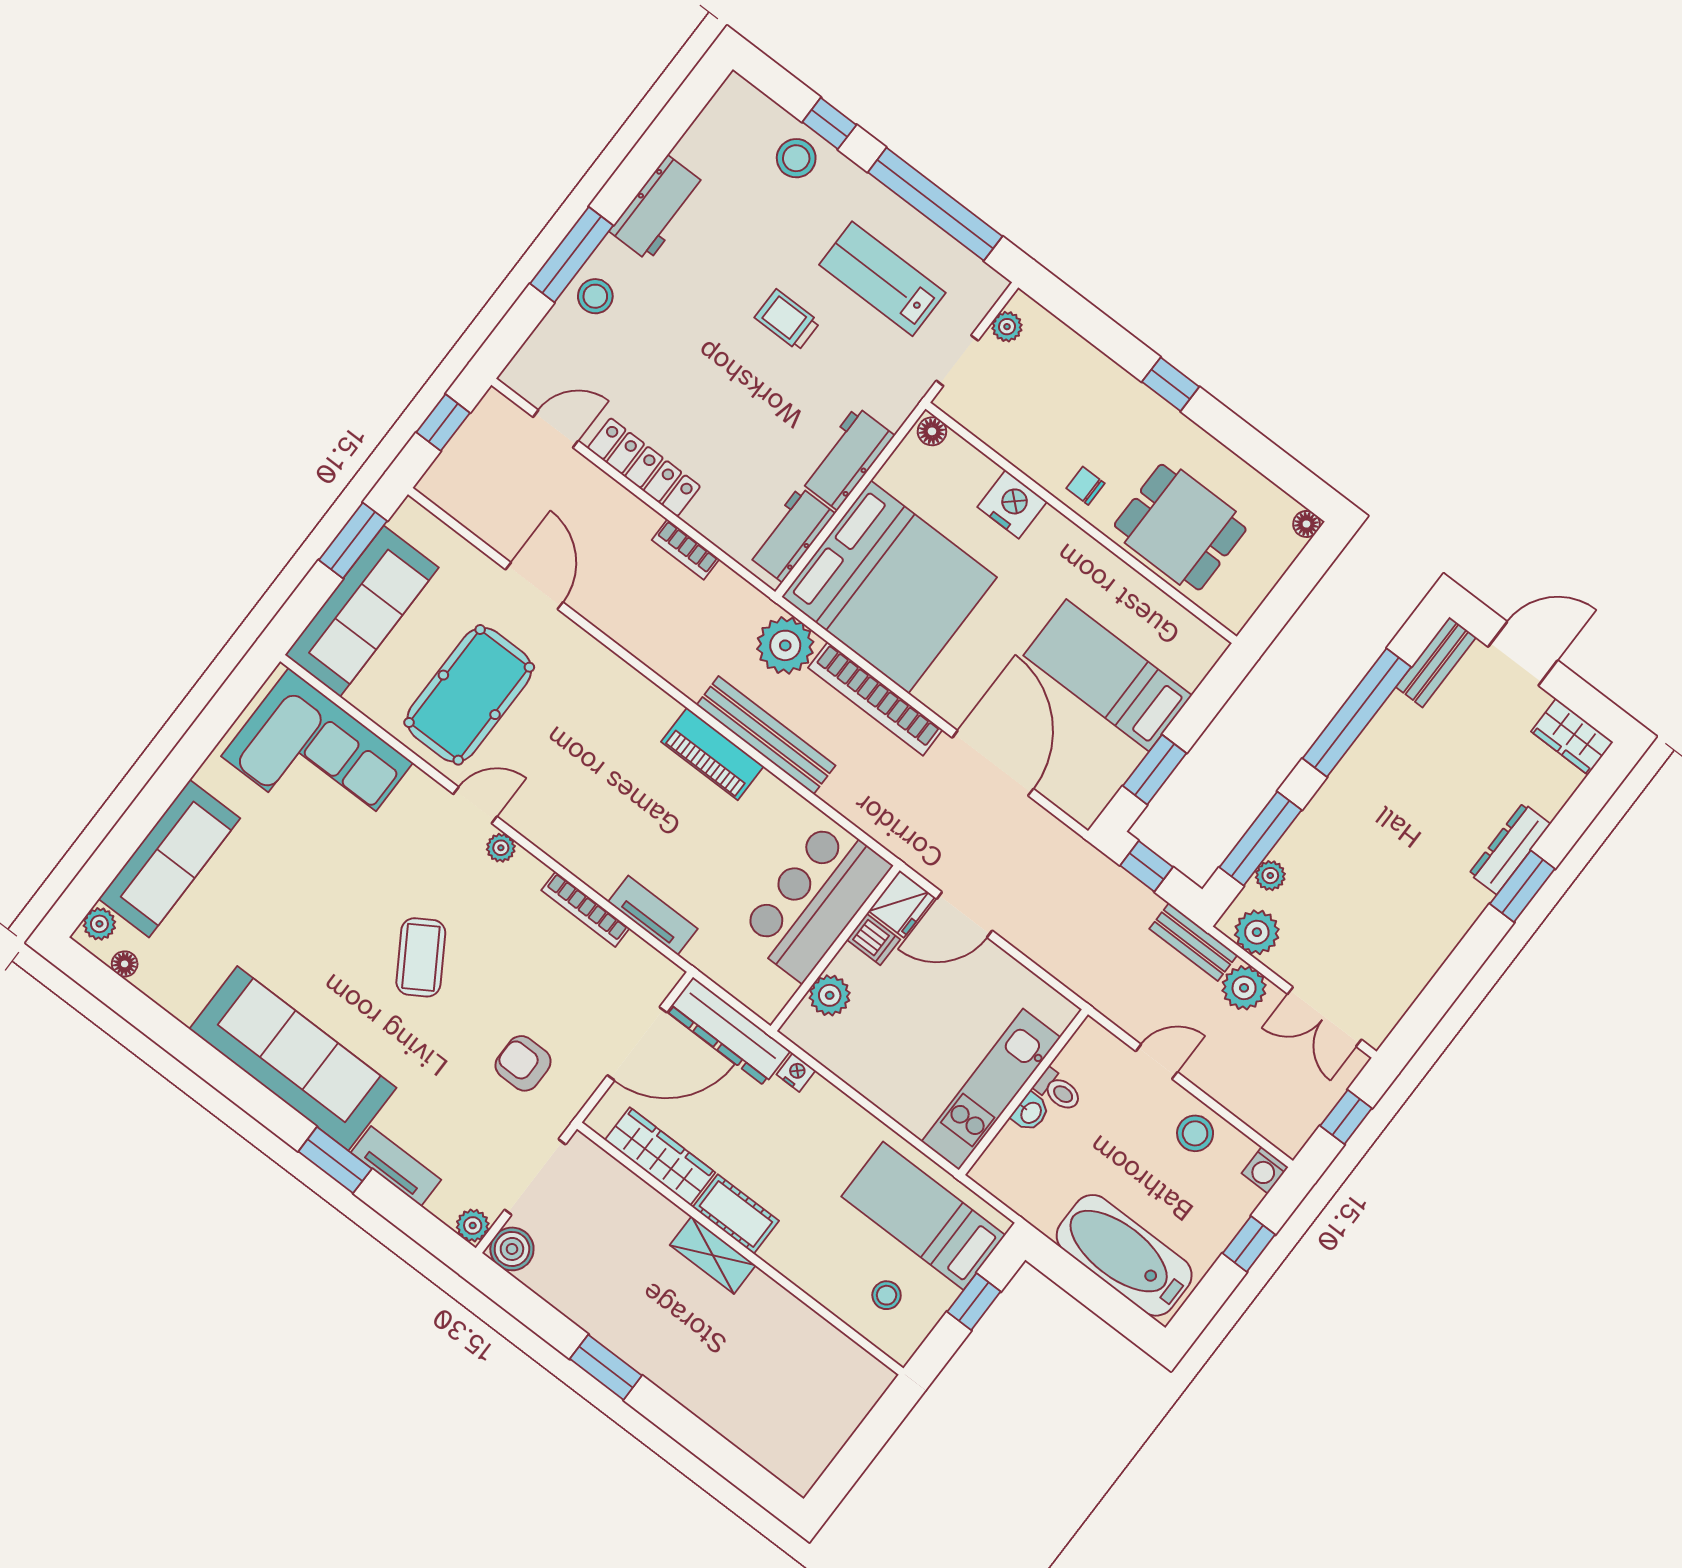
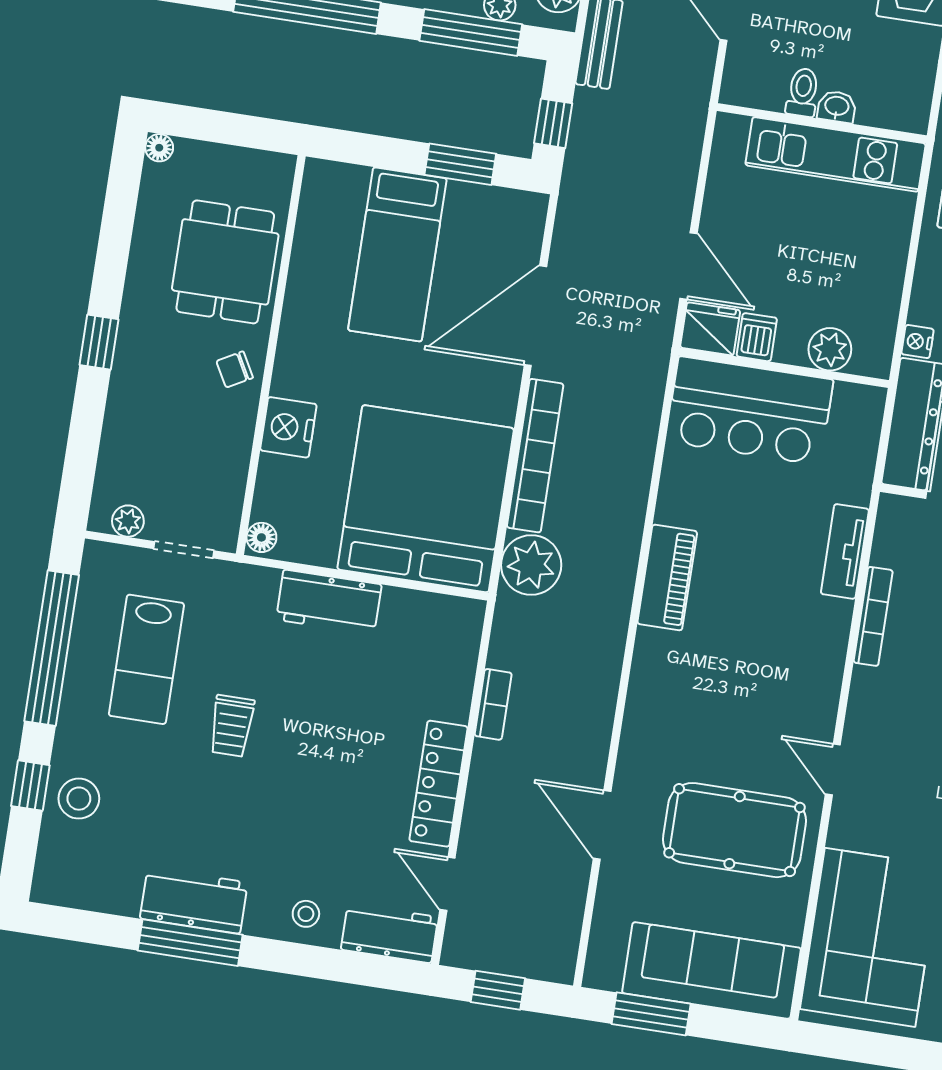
window: (572, 255) -> (190, 943), moved
stool: (595, 296) -> (306, 914), width x0.73, depth x0.73
chair: (1086, 486) -> (235, 369), turned 61
workbench: (791, 534) -> (389, 933), moved, turned 180
door: (534, 586) -> (602, 825), hinge flipped
bench: (766, 735) -> (623, 538), removed
plant: (501, 848) -> (859, 725), removed

